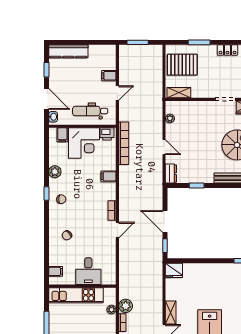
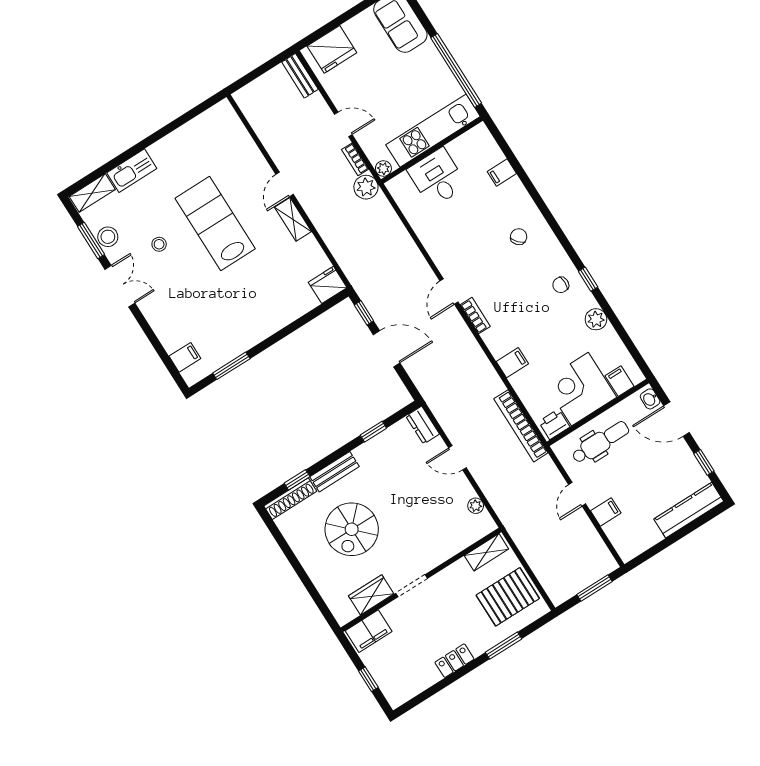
desk: (88, 271) -> (437, 178), moved
wall: (82, 286) -> (432, 150), moved
kitchen unit: (76, 295) -> (433, 131), moved

